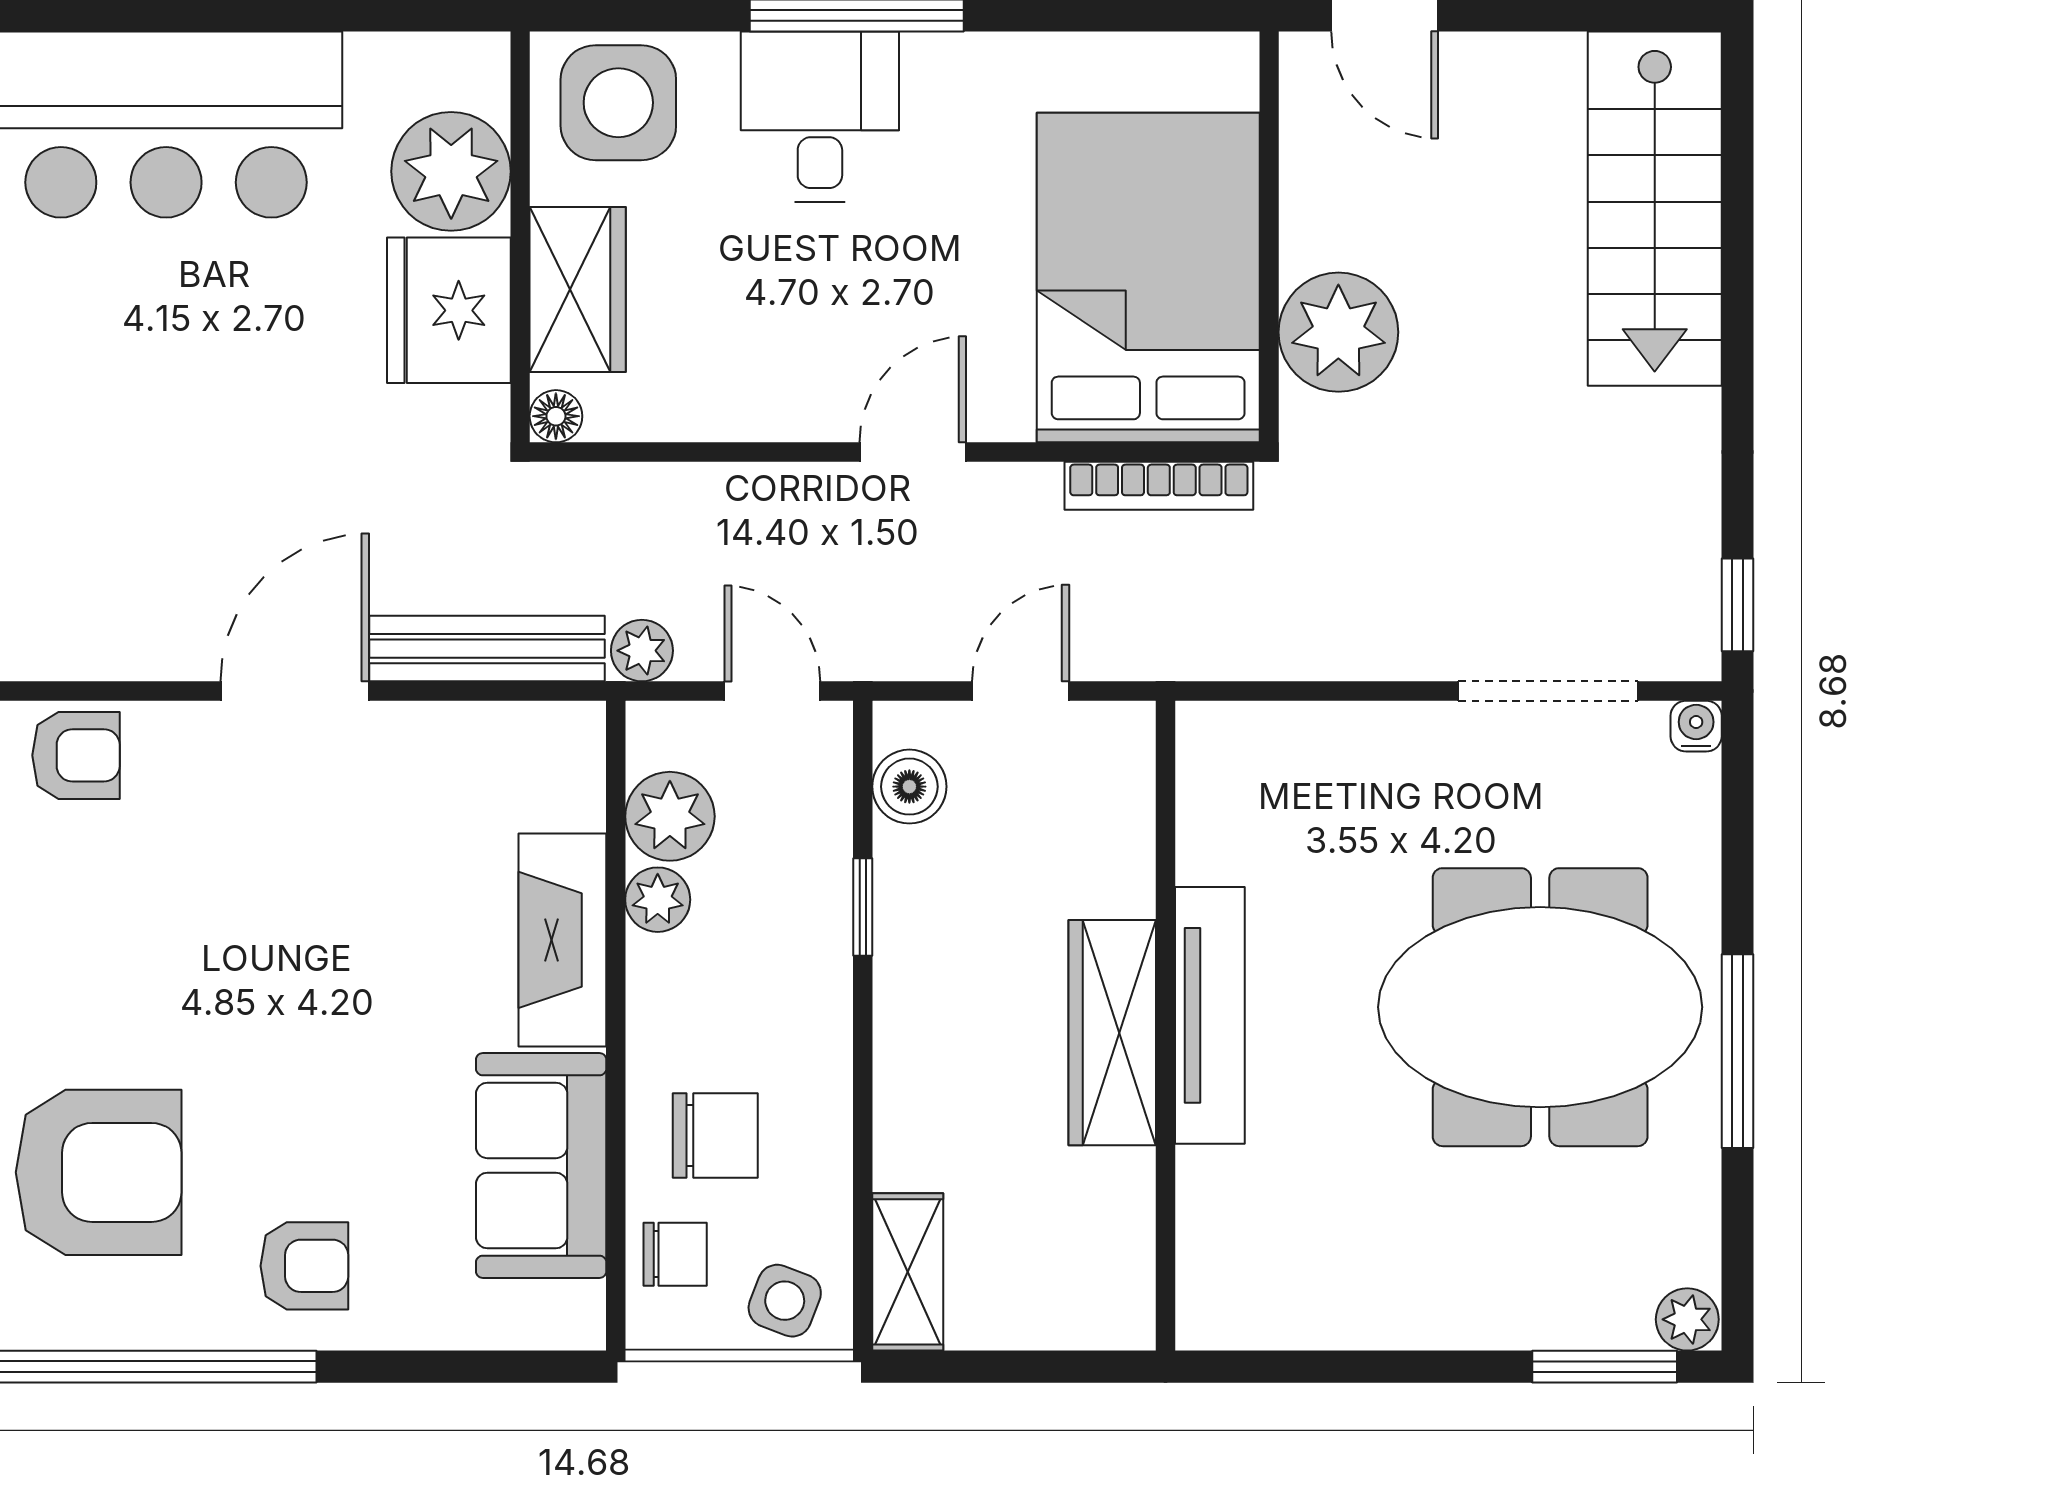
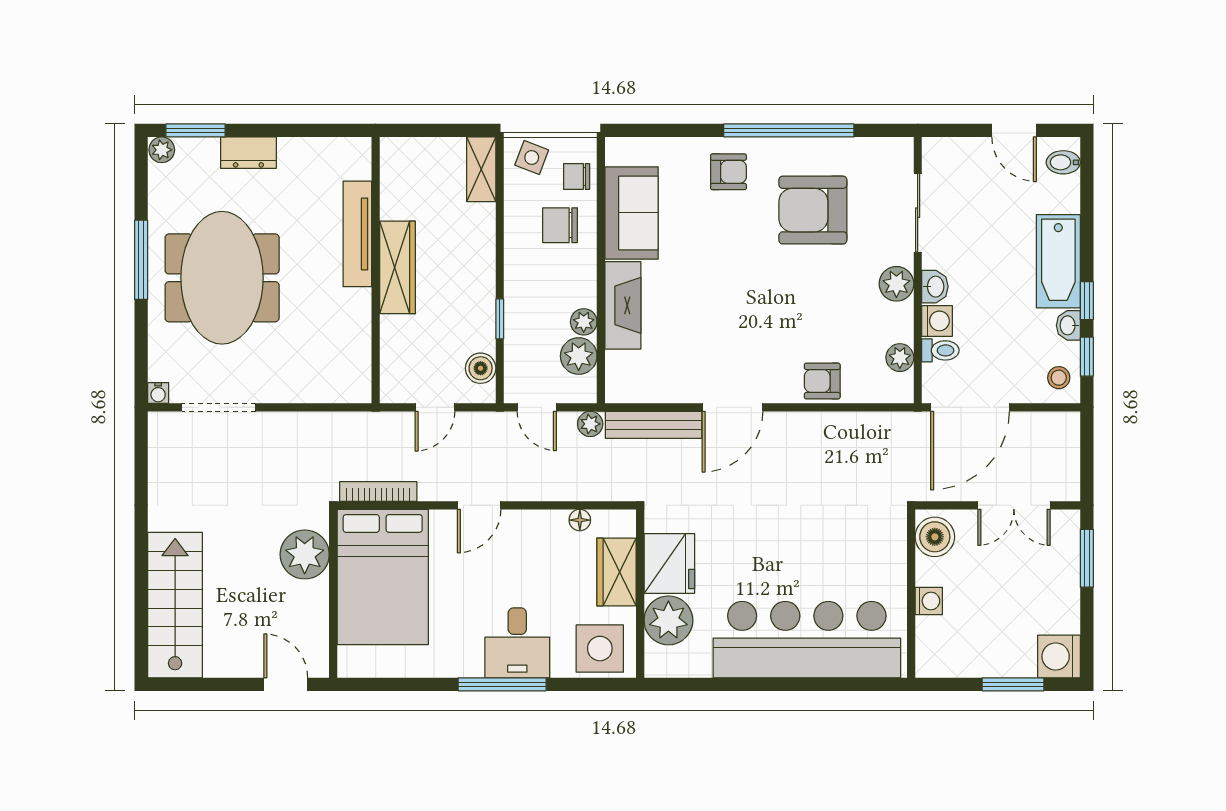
floor lamp: (556, 416) -> (580, 520), moved
window: (1738, 605) -> (141, 443), removed
meeting table: (1540, 1007) -> (222, 278), turned 90
tv unit: (1210, 1015) -> (357, 234), moved
armchair: (304, 1266) -> (729, 172), turned 180
dresser: (1476, 1312) -> (248, 153), added

